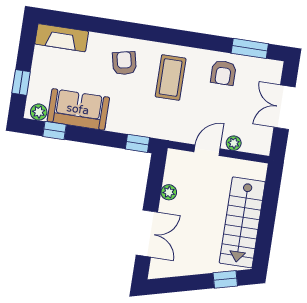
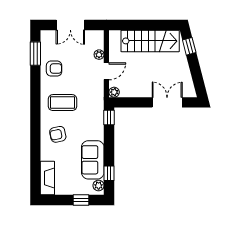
door: (207, 150) -> (106, 71), swing flipped
plant: (169, 192) -> (114, 92), moved

